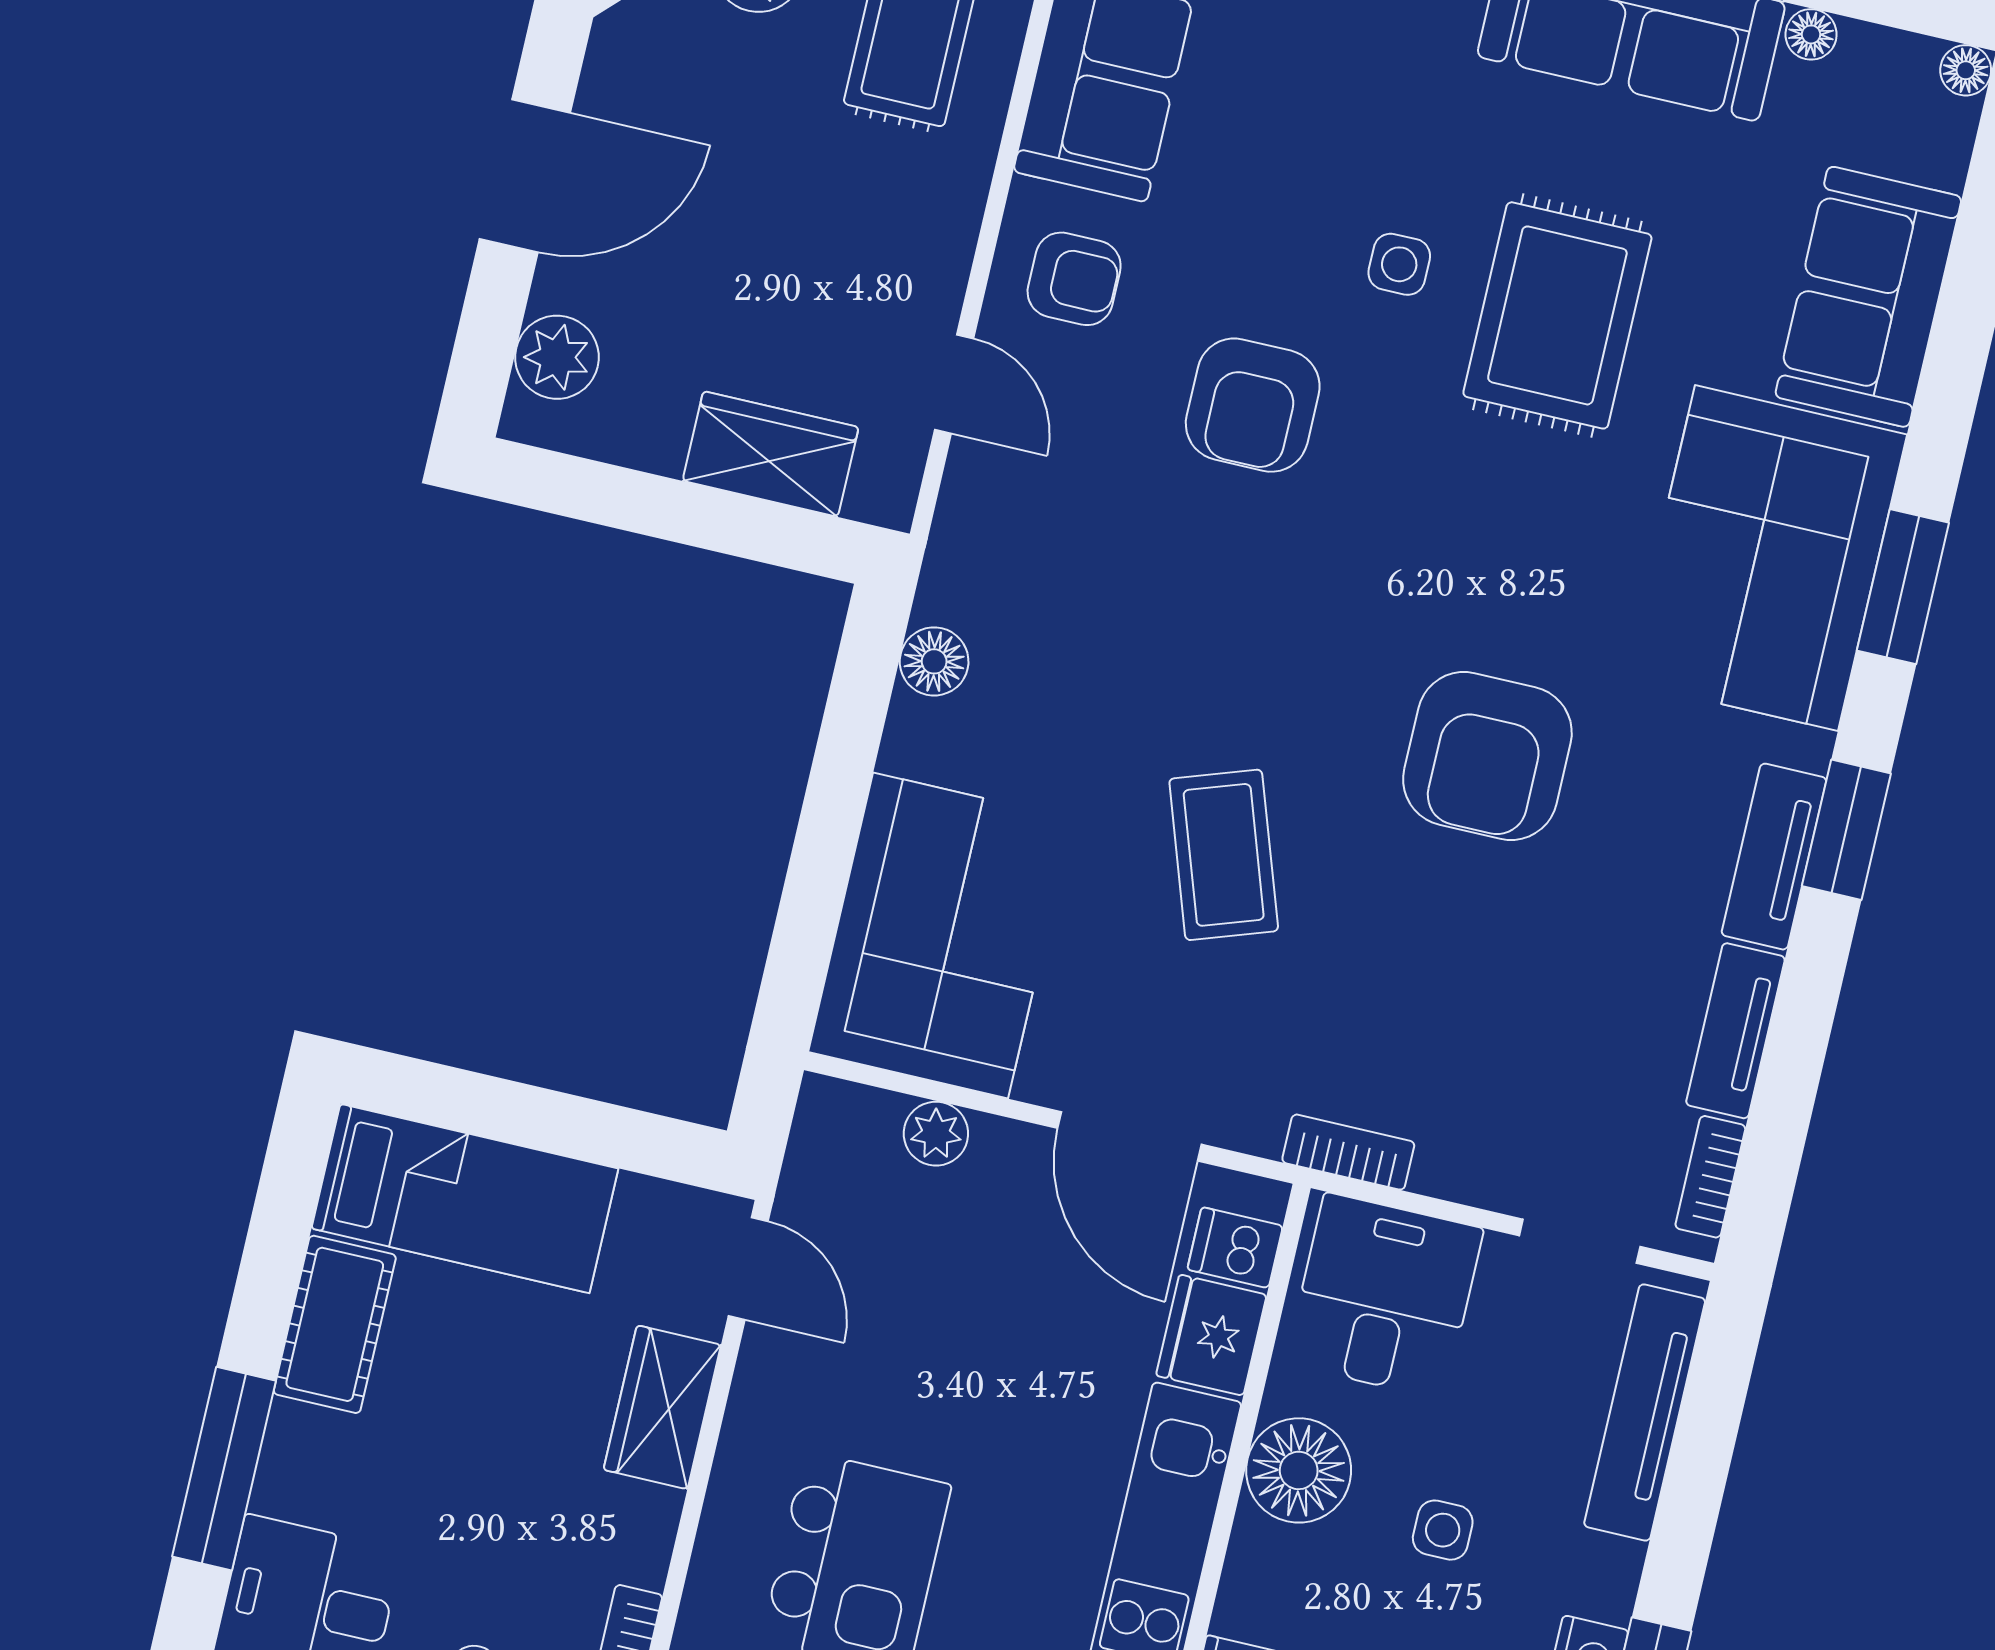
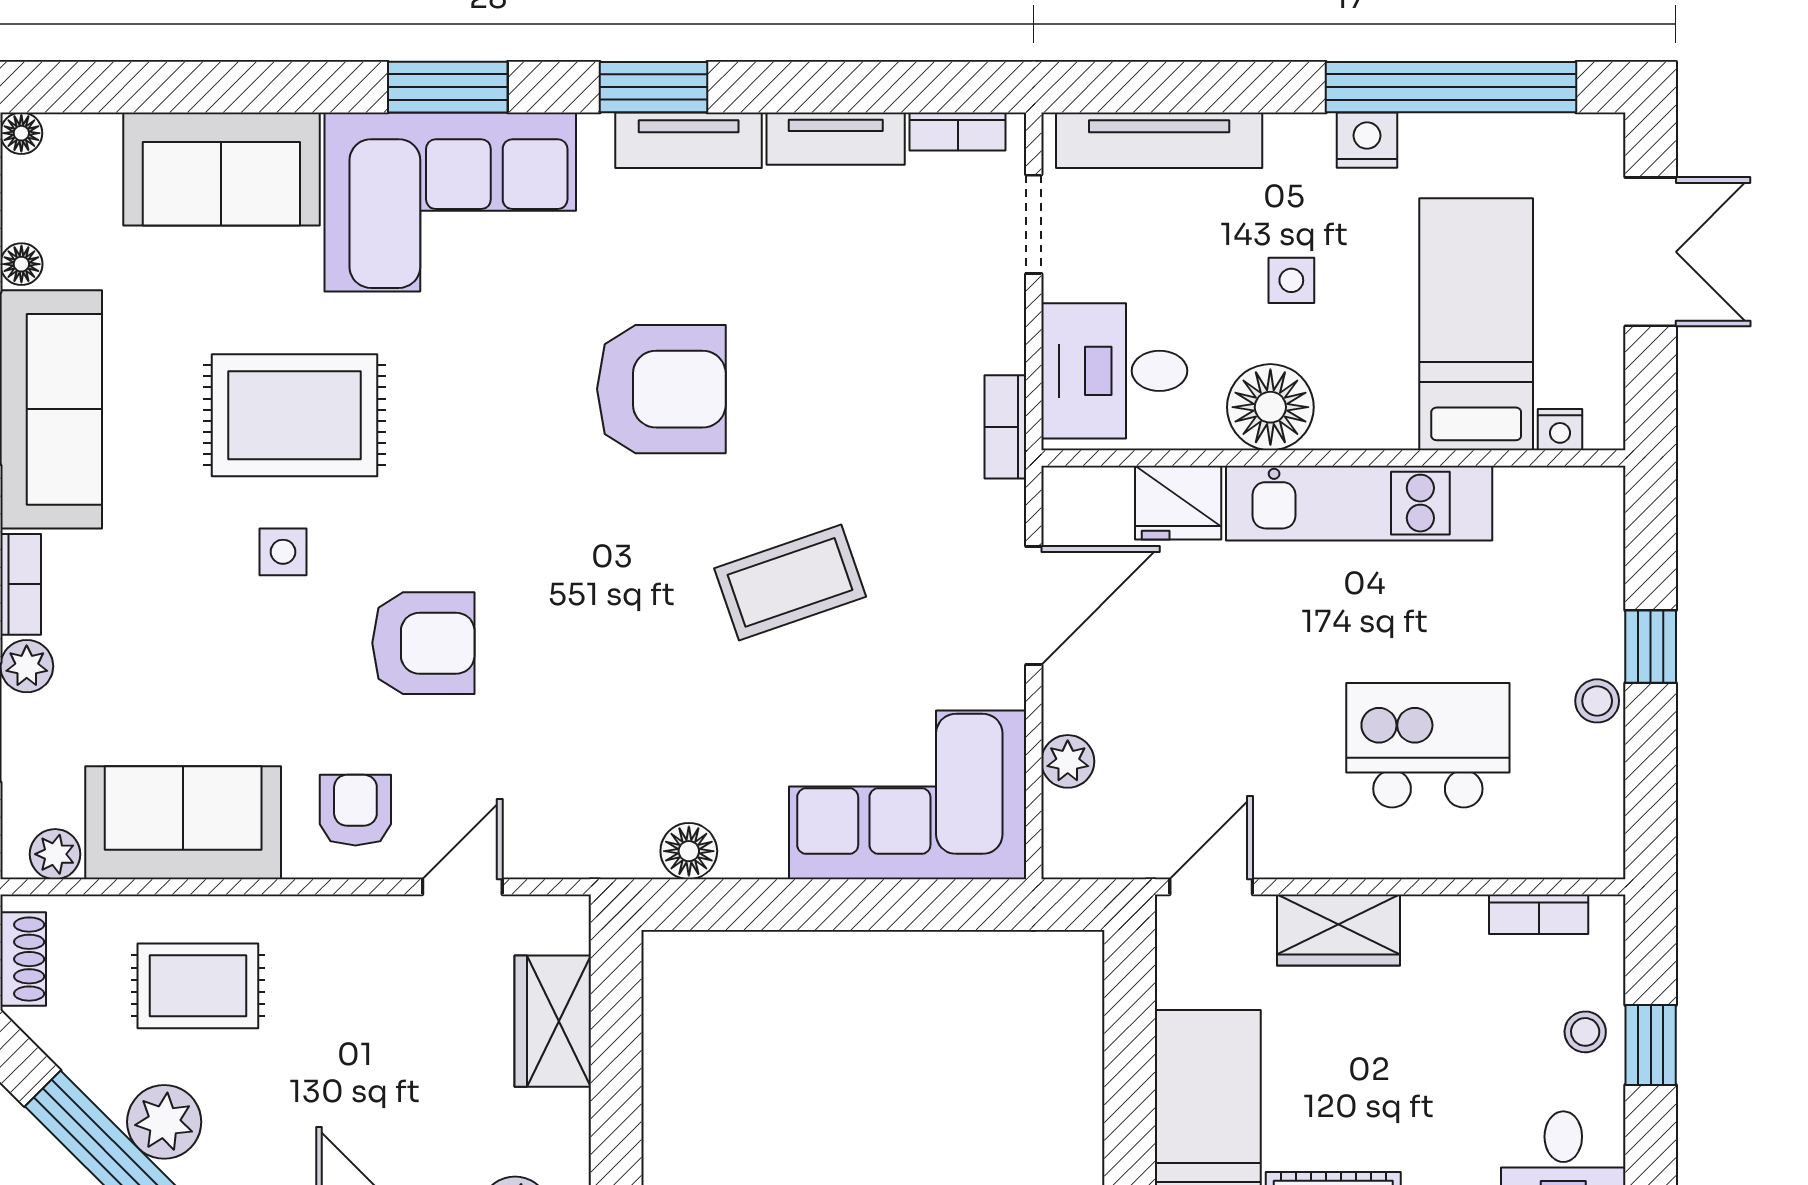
dishwasher: (1235, 1248) -> (1103, 500), removed

